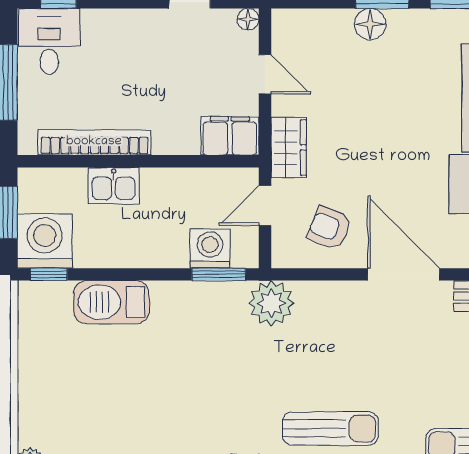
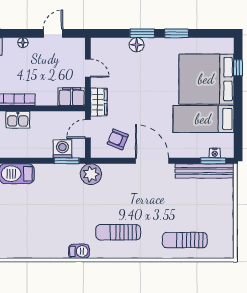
floor lamp: (248, 19) -> (23, 43), moved
sun lounger: (330, 429) -> (118, 232), turned 180

